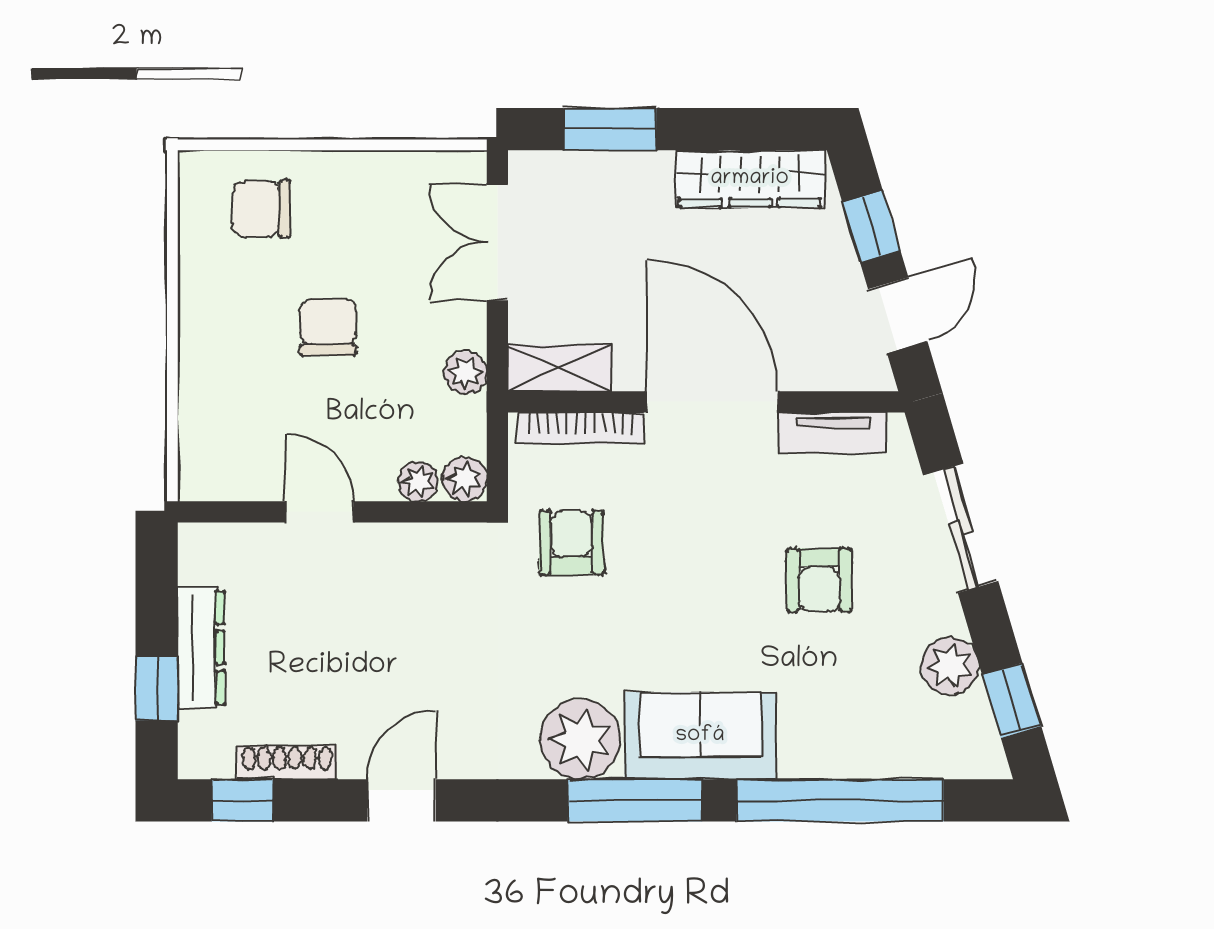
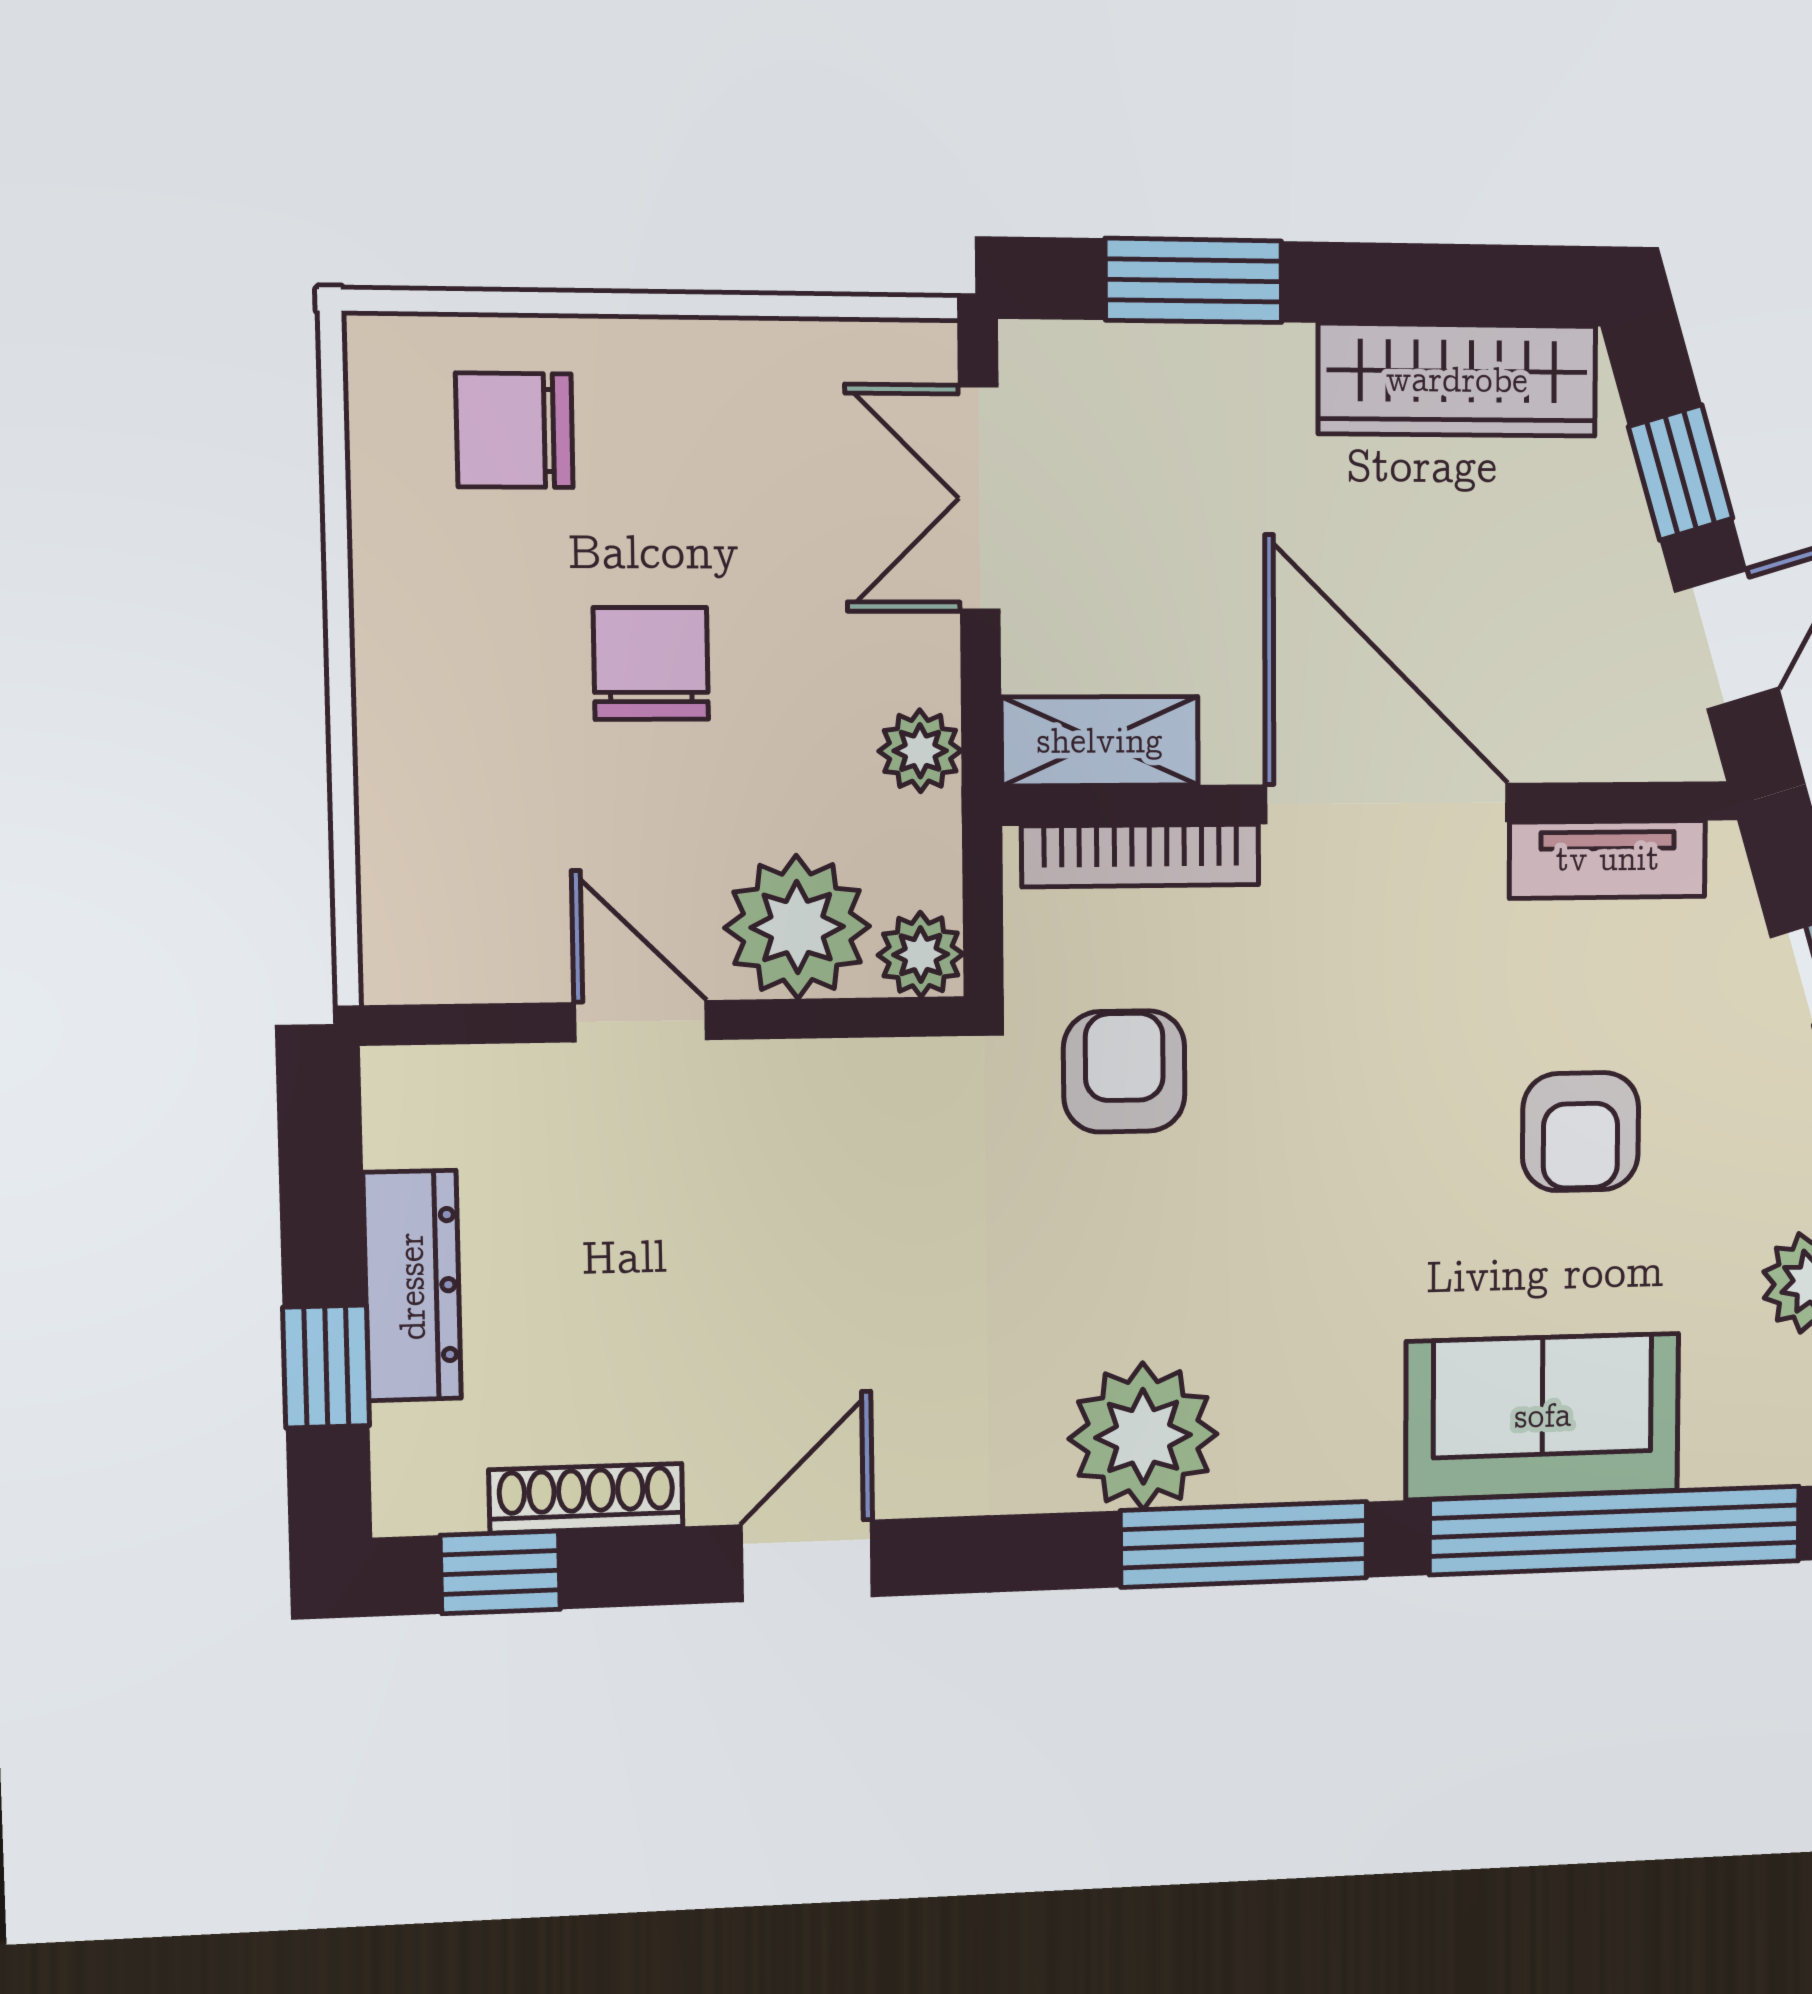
plant: (418, 481) -> (797, 927), width x1.88, depth x1.88
sofa: (700, 736) -> (1543, 1416), moved

